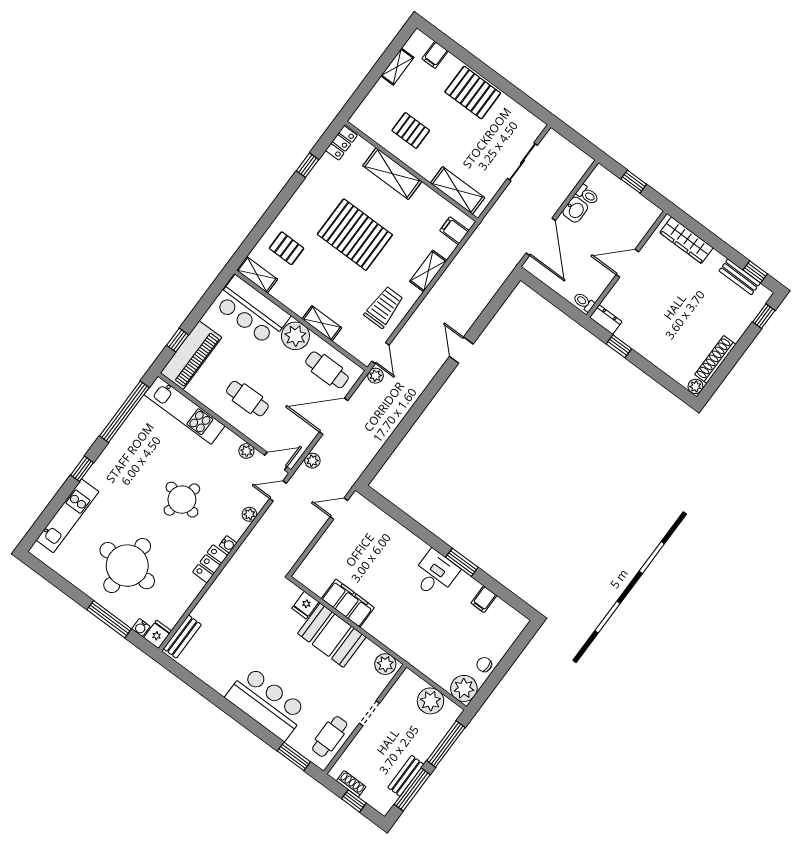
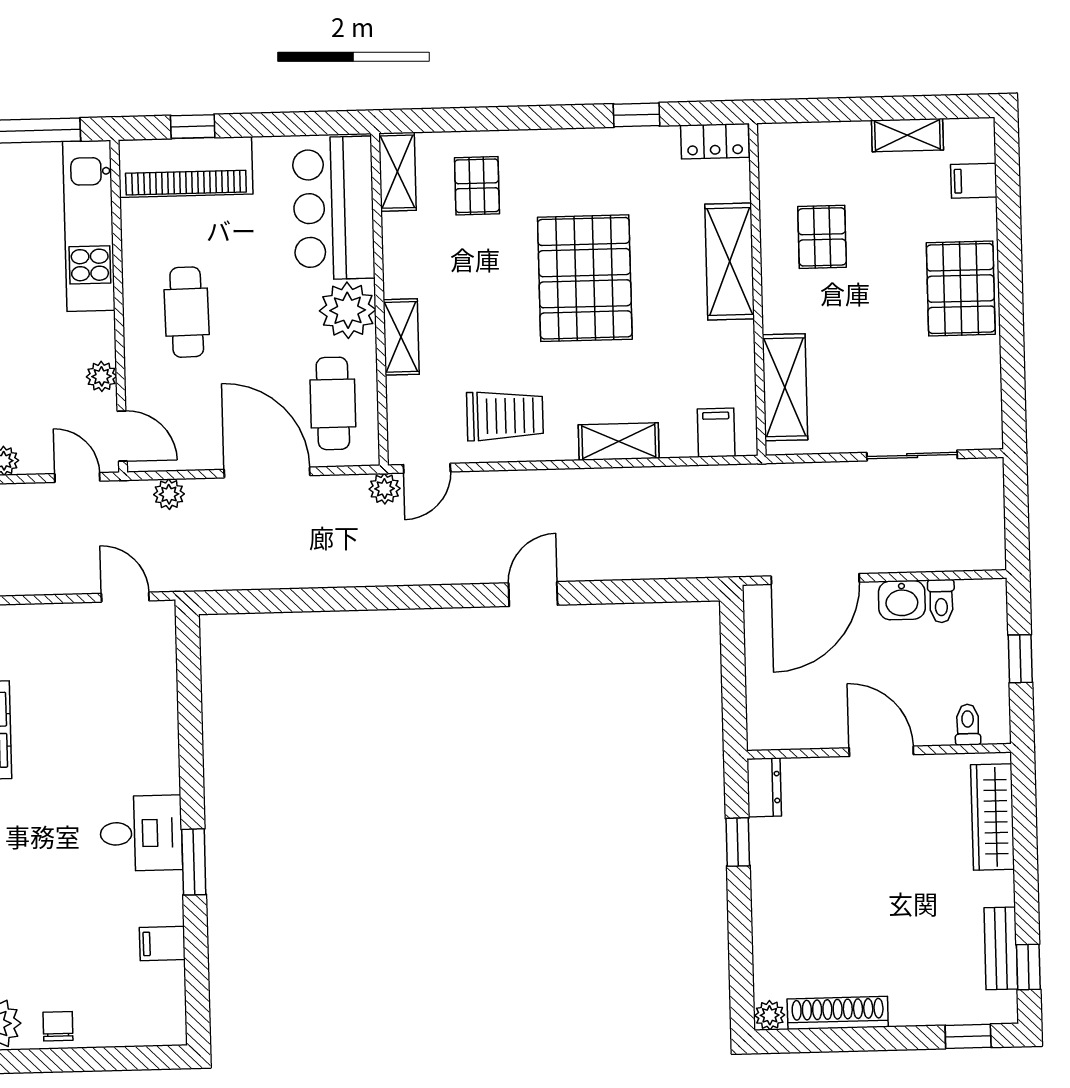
toilet: (584, 302) -> (968, 725), moved

